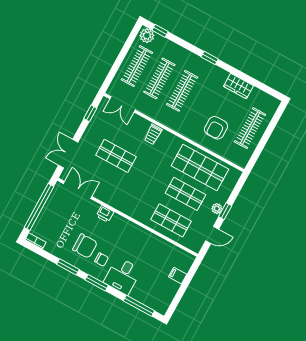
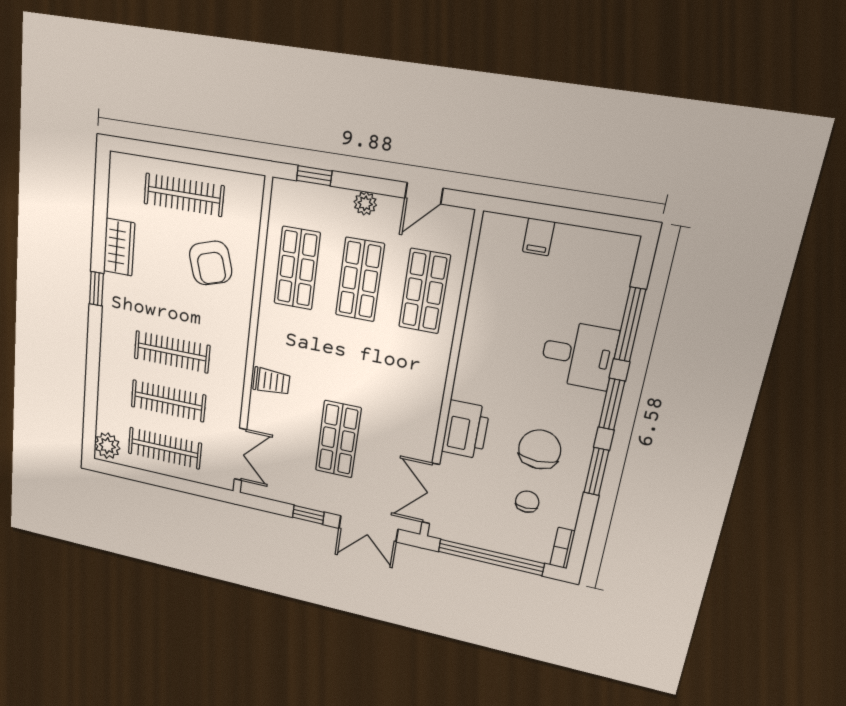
window: (160, 31) -> (90, 425), removed
window: (210, 58) -> (96, 289), moved
window: (90, 113) -> (308, 515), moved
armchair: (216, 128) -> (211, 263), turned 73
shop shelf: (200, 167) -> (297, 268), width x0.70, depth x0.74
window: (225, 211) -> (314, 176), moved
printer: (105, 214) -> (466, 430), width x1.87, depth x1.48
door: (212, 235) -> (424, 193), swing flipped
chair: (102, 260) -> (527, 502), moved
window: (139, 306) -> (630, 325), moved

